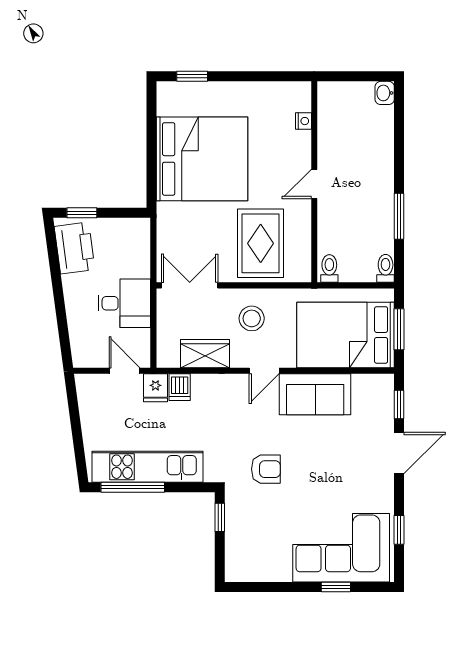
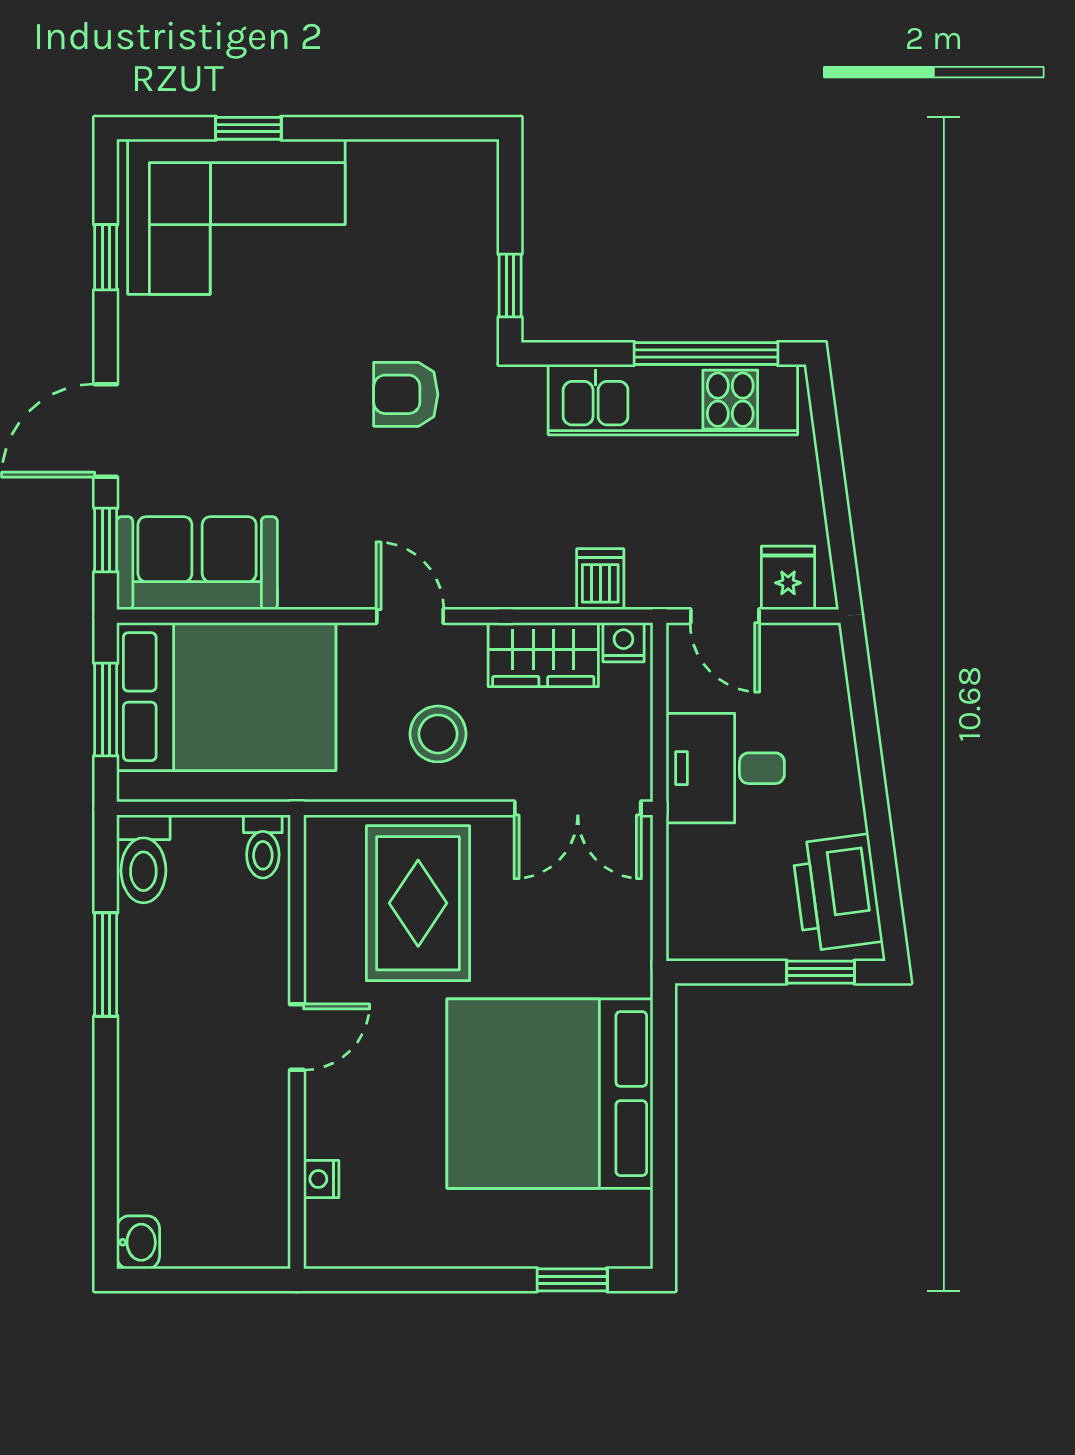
toilet: (386, 268) -> (143, 859), width x1.37, depth x1.39
nightstand: (169, 359) -> (623, 642), added
door: (264, 371) -> (410, 616), hinge flipped
fridge: (155, 388) -> (788, 578), moved
sofa: (315, 394) -> (197, 563), moved

